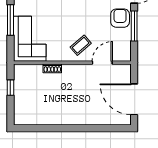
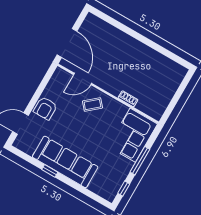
window: (134, 26) -> (37, 95), removed
window: (10, 88) -> (173, 103), removed
door: (134, 99) -> (67, 43), moved

